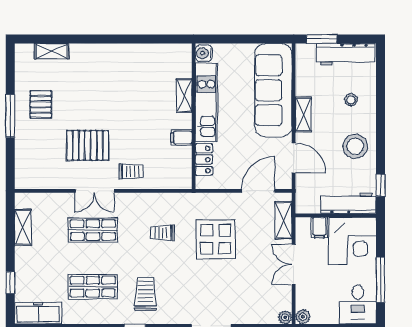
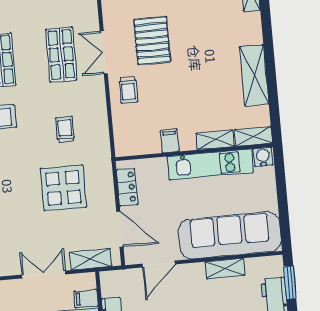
shelving: (128, 54) -> (254, 75), added
shelving: (184, 60) -> (253, 136), added
shelving: (303, 114) -> (225, 269), moved
locker: (204, 160) -> (127, 187), moved, turned -90

